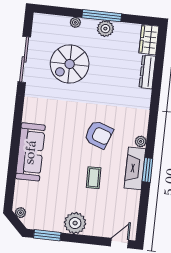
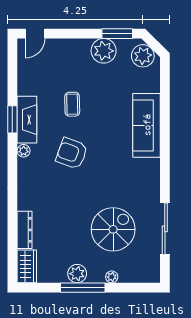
plant: (20, 213) -> (143, 56), width x1.87, depth x1.87
plant: (75, 223) -> (104, 51), moved

